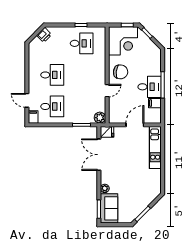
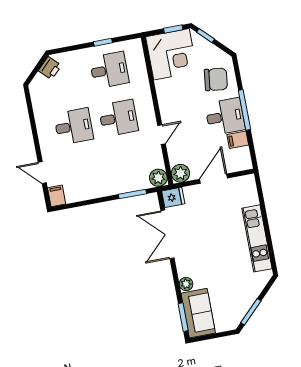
chair: (121, 72) -> (216, 79), moved
desk: (52, 106) -> (118, 118), moved
plant: (114, 117) -> (180, 173), added
kitchen unit: (155, 147) -> (257, 238), moved

